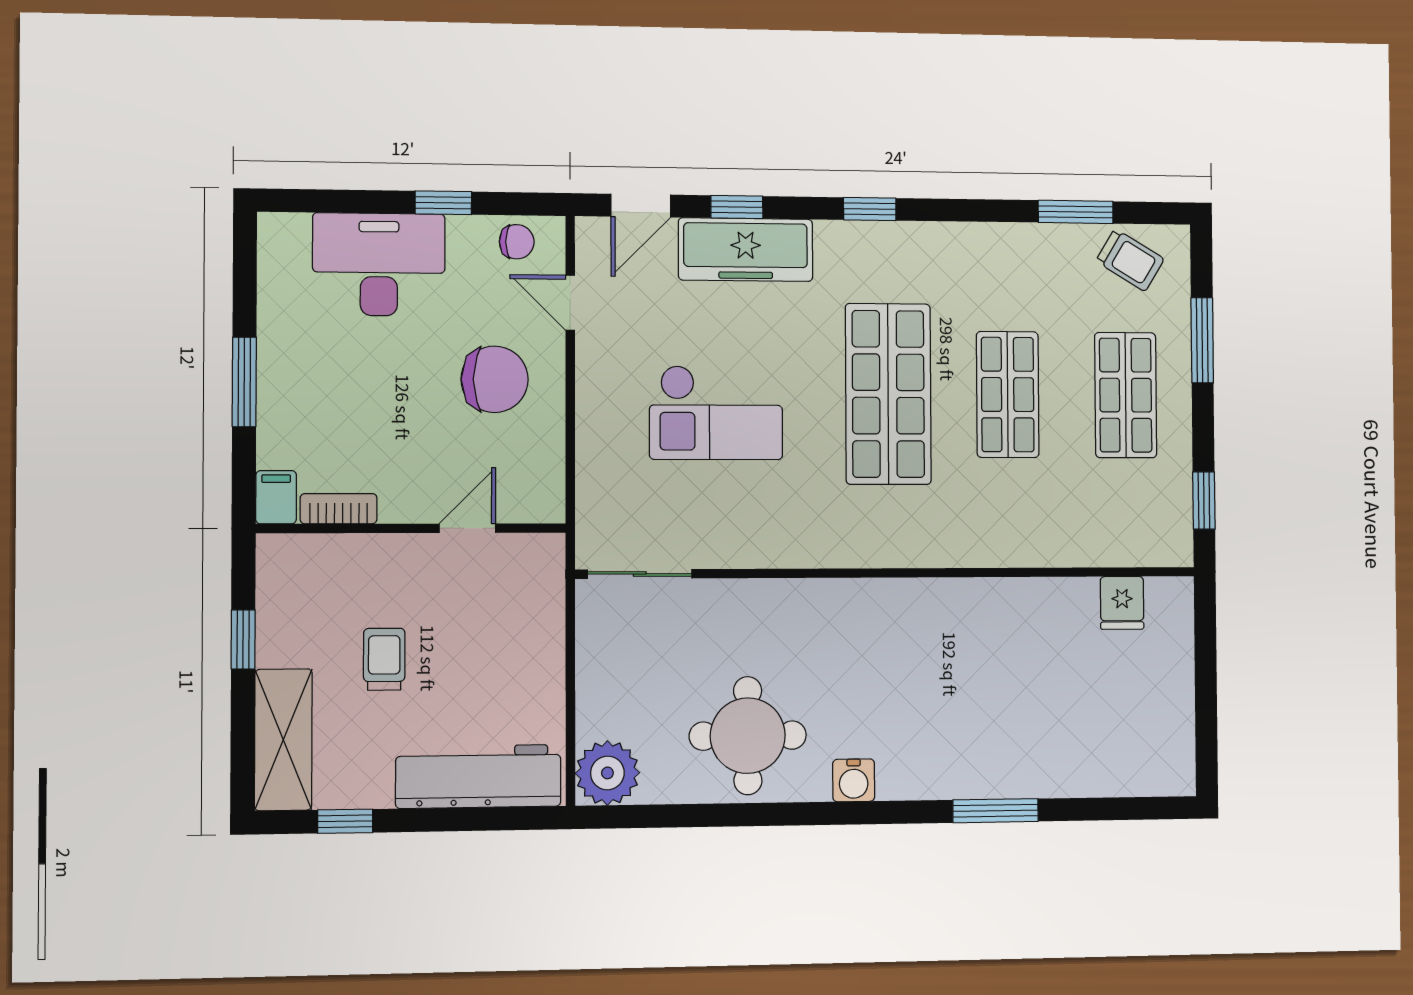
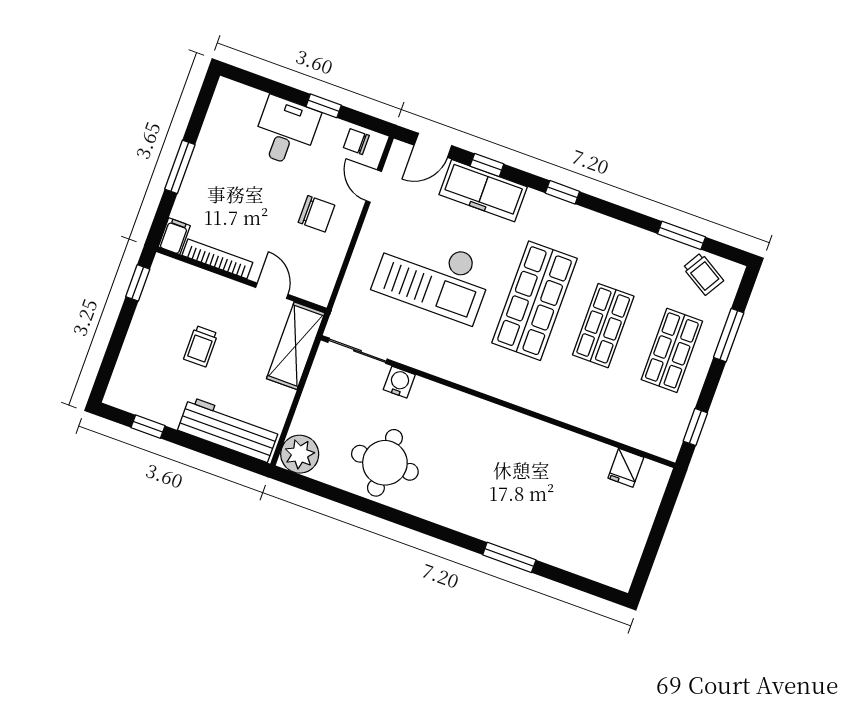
chair: (517, 242) -> (356, 142), turned 180
desk: (379, 264) -> (286, 131), width x0.73
chair: (495, 379) -> (316, 214), width x0.73, depth x0.73
checkout: (716, 413) -> (433, 276), width x1.36, depth x1.21
bookcase: (339, 509) -> (217, 259), width x1.56
door: (467, 528) -> (272, 291), hinge flipped
window: (243, 639) -> (138, 283), moved
trolley: (384, 659) -> (201, 346), turned 180
shelving: (283, 740) -> (296, 346), moved
water cooler: (854, 780) -> (399, 382), moved, turned 180

